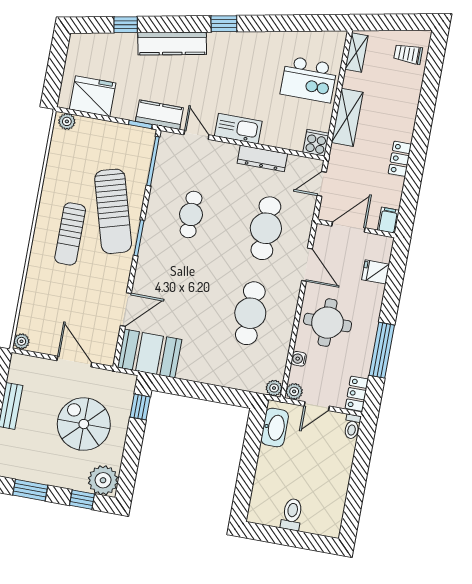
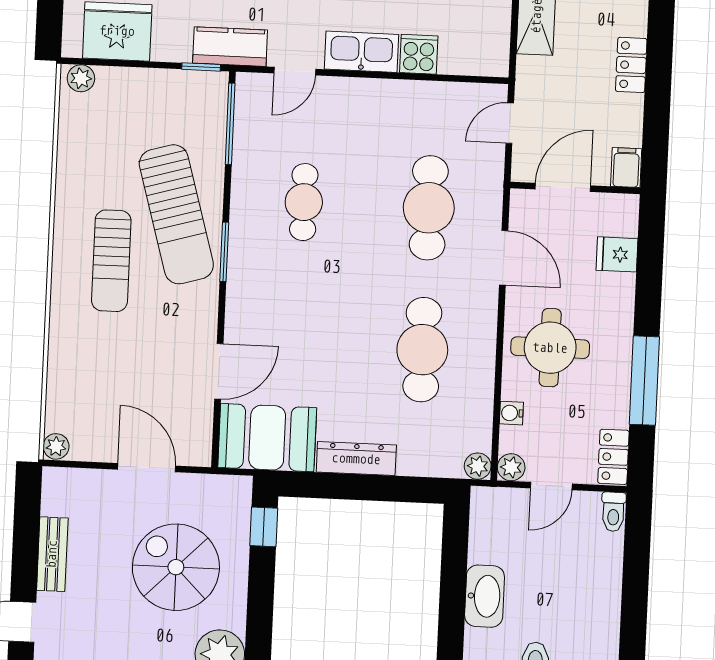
door: (196, 135) -> (295, 71), swing flipped
cooker: (316, 143) -> (419, 54), moved
dresser: (262, 158) -> (356, 459), moved, turned 180
washbasin: (275, 427) -> (485, 596), moved

